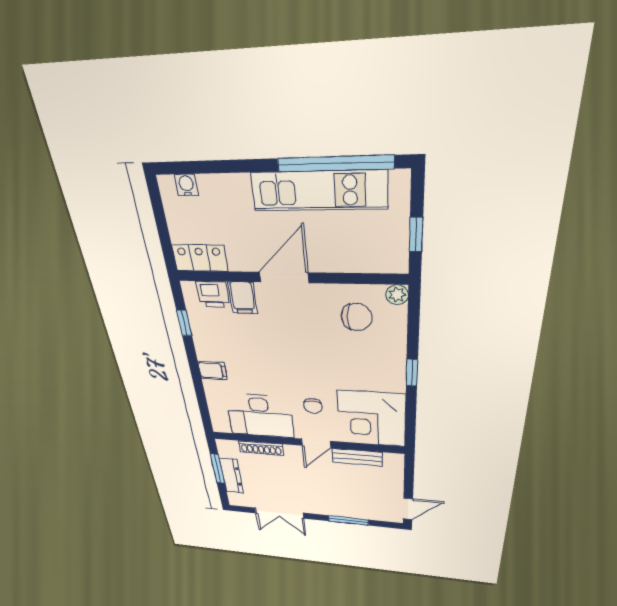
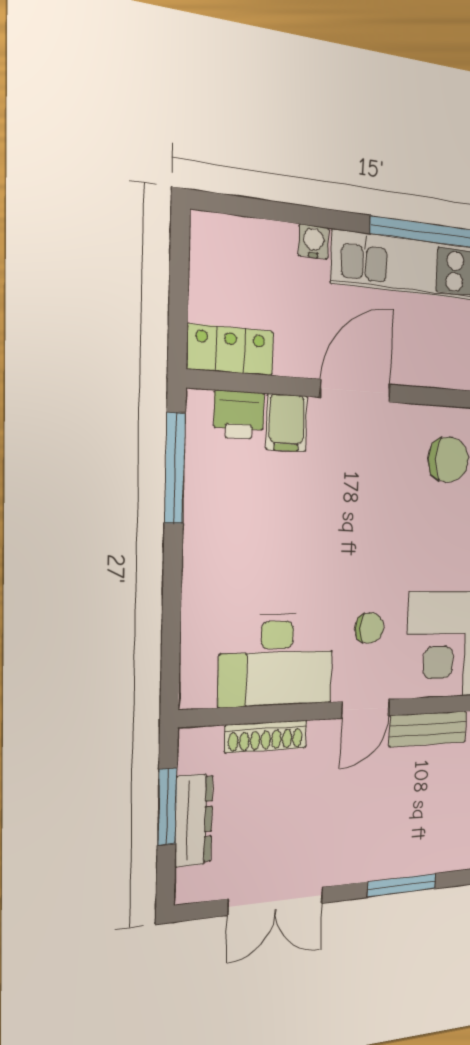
water cooler: (186, 185) -> (314, 242), moved
window: (184, 323) -> (175, 468), width x2.17
filing cabinet: (212, 371) -> (206, 567), removed
chair: (313, 406) -> (369, 628), turned -90

